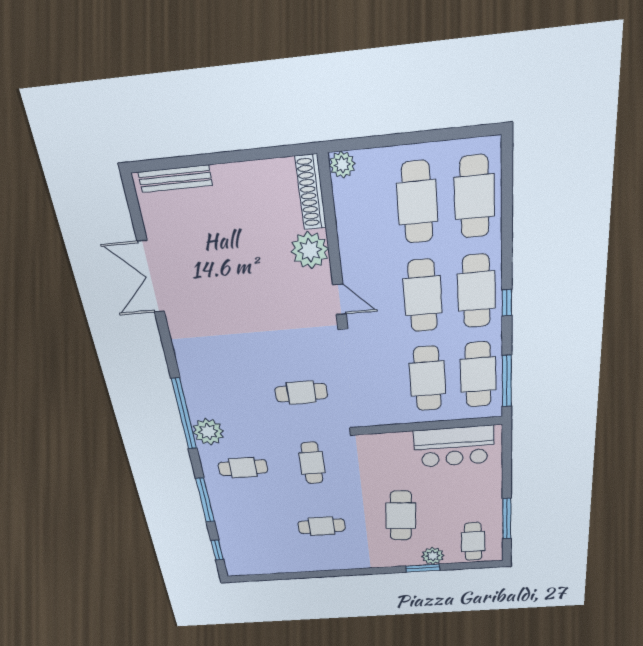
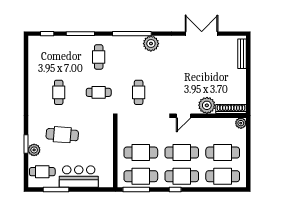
plant: (208, 432) -> (151, 44), moved
bar counter: (454, 447) -> (79, 177), moved, turned 90

